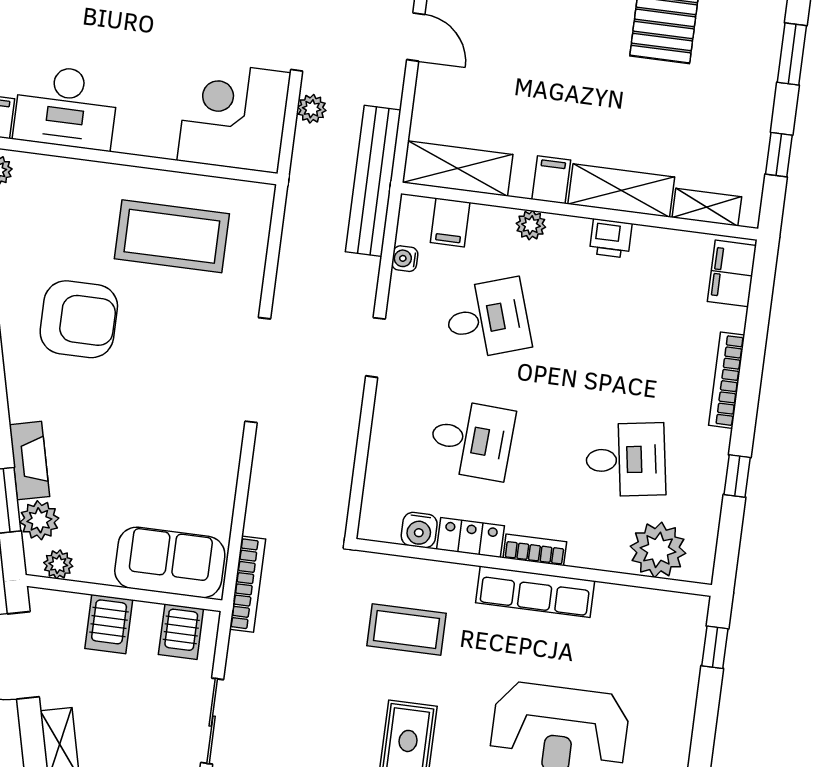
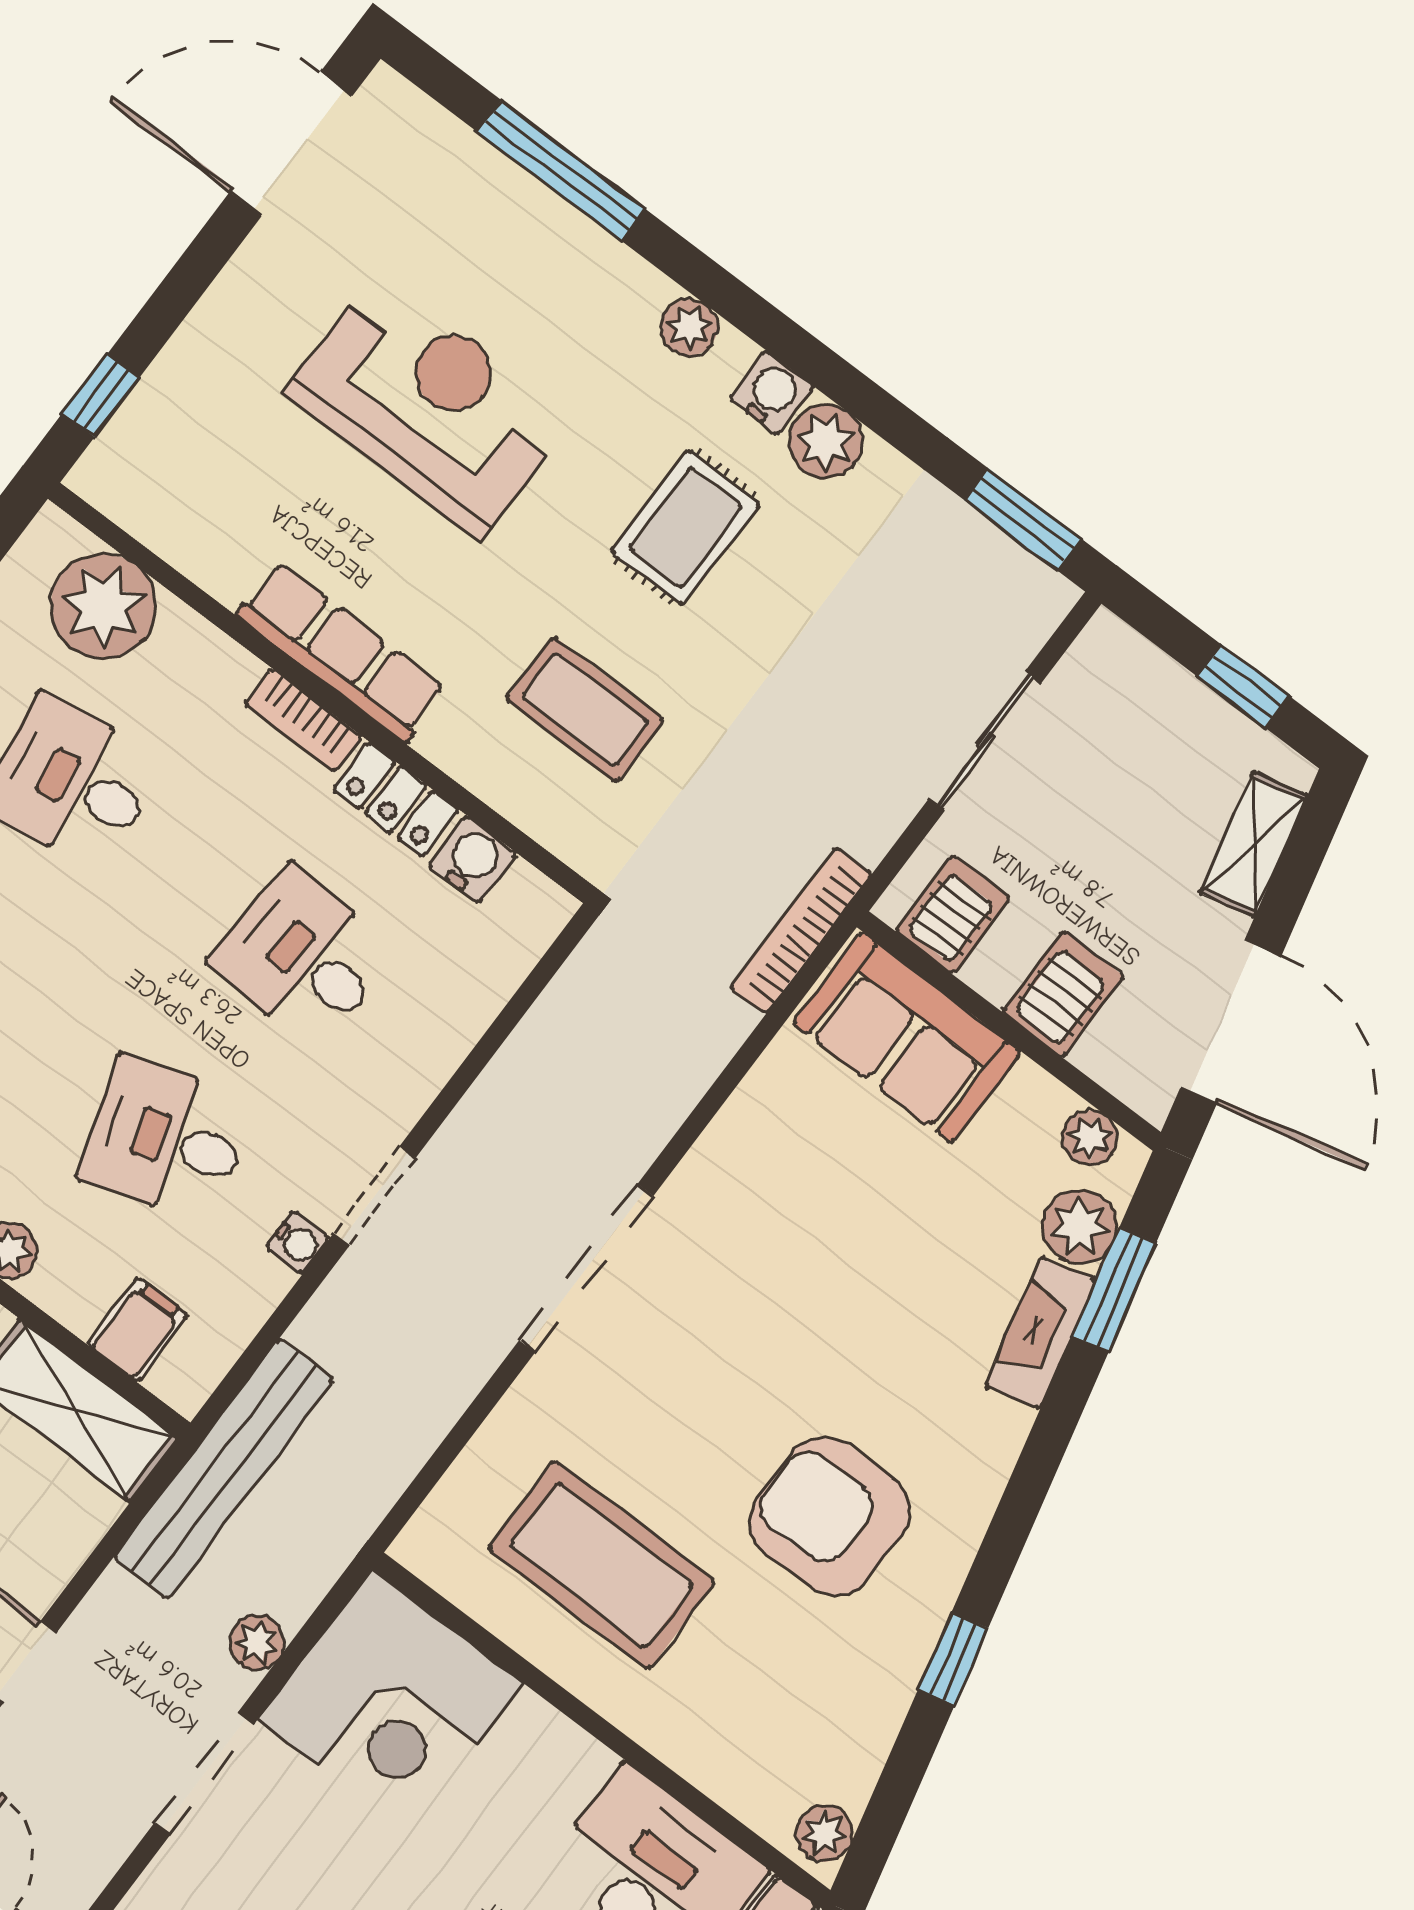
water cooler: (405, 259) -> (298, 1242), moved

